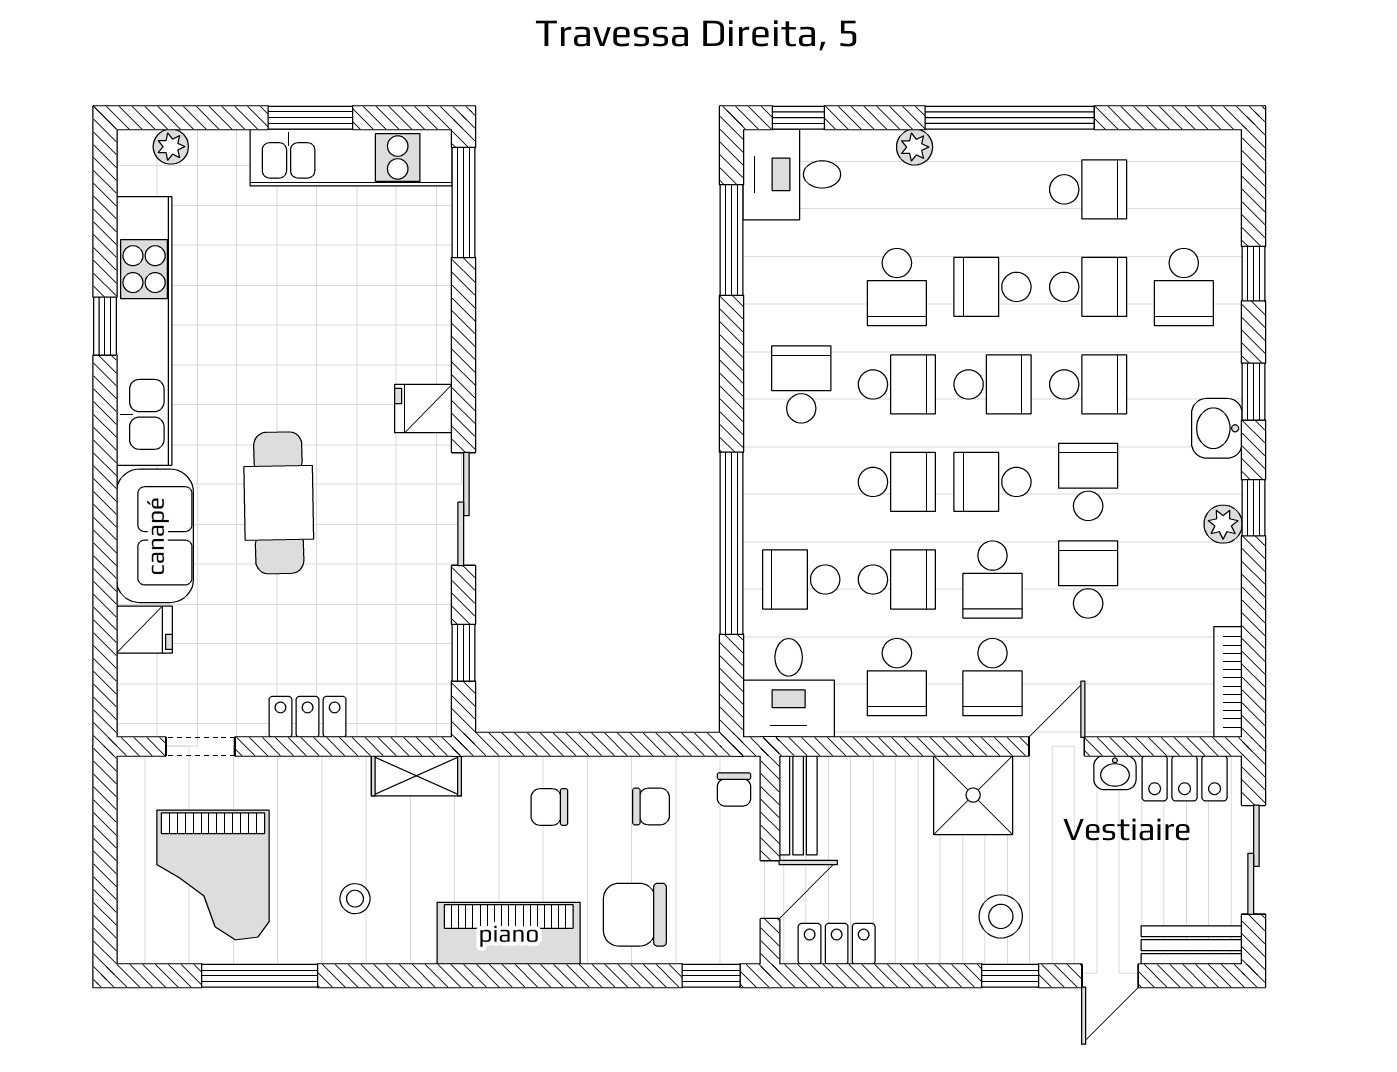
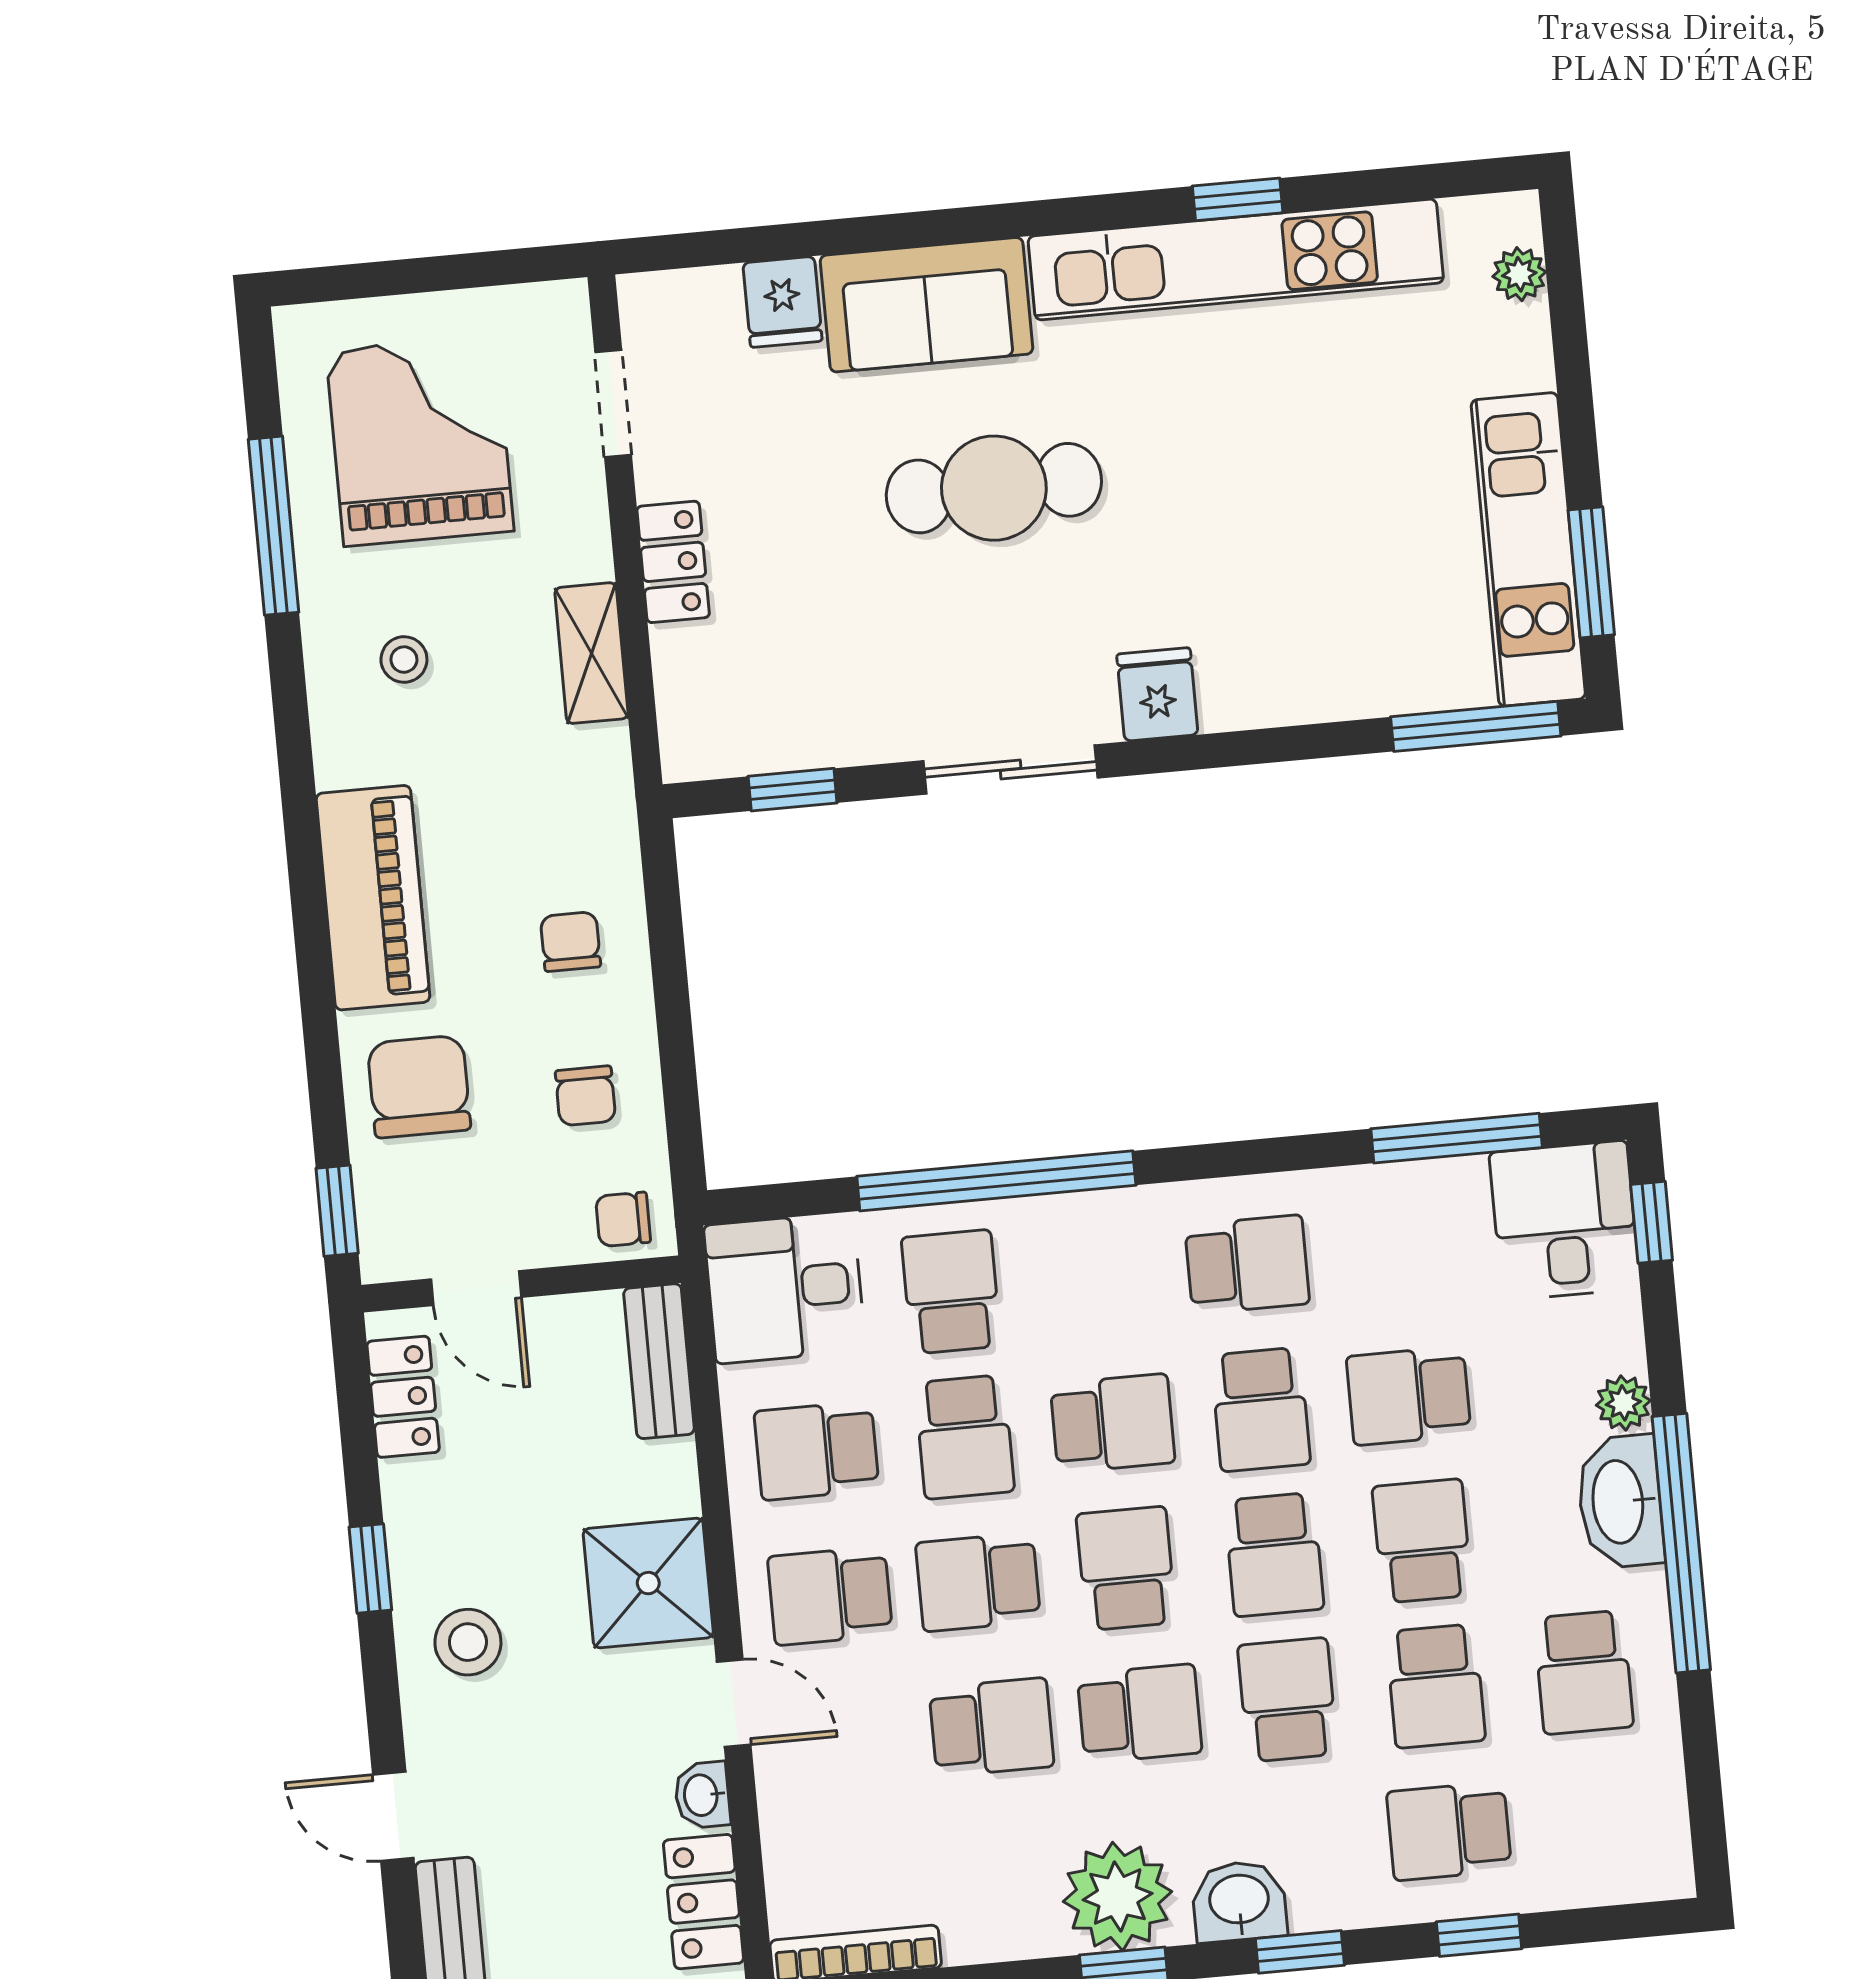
window: (310, 118) -> (1591, 572), moved
washbasin: (979, 155) -> (1620, 1502), added
school desk: (1088, 384) -> (1288, 1700), turned 180
school desk: (897, 482) -> (1113, 1423), turned -90
plant: (1223, 524) -> (1118, 1897), width x1.88, depth x1.88
shelving: (416, 776) -> (591, 653), moved
bench: (798, 805) -> (659, 1361), moved, turned 90
grand piano: (213, 875) -> (420, 441), turned 90
window: (1010, 976) -> (370, 1569), moved

